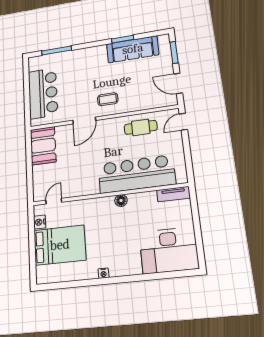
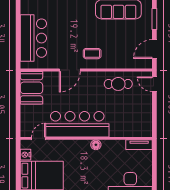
door: (178, 83) -> (154, 49), hinge flipped
door: (183, 122) -> (154, 84), hinge flipped
bar counter: (136, 174) -> (77, 124), moved

